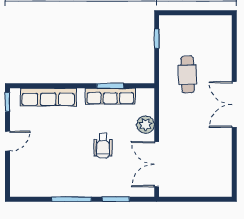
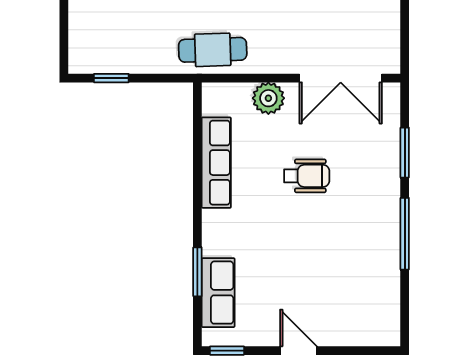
cafe table: (188, 75) -> (213, 50), moved
window: (110, 86) -> (197, 272), moved
row of seats: (48, 97) -> (218, 293), width x0.68

